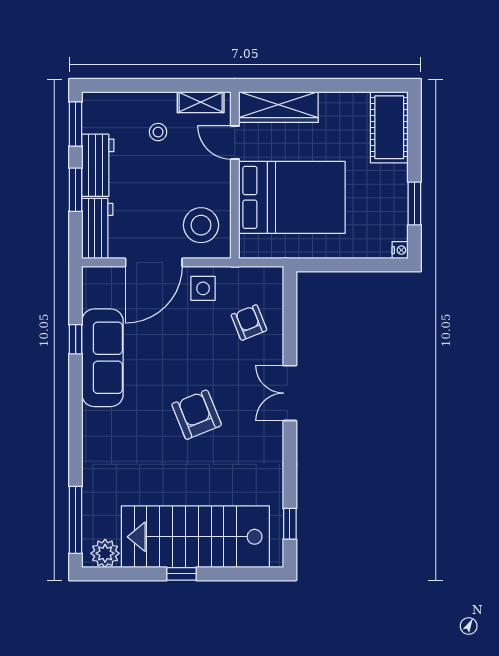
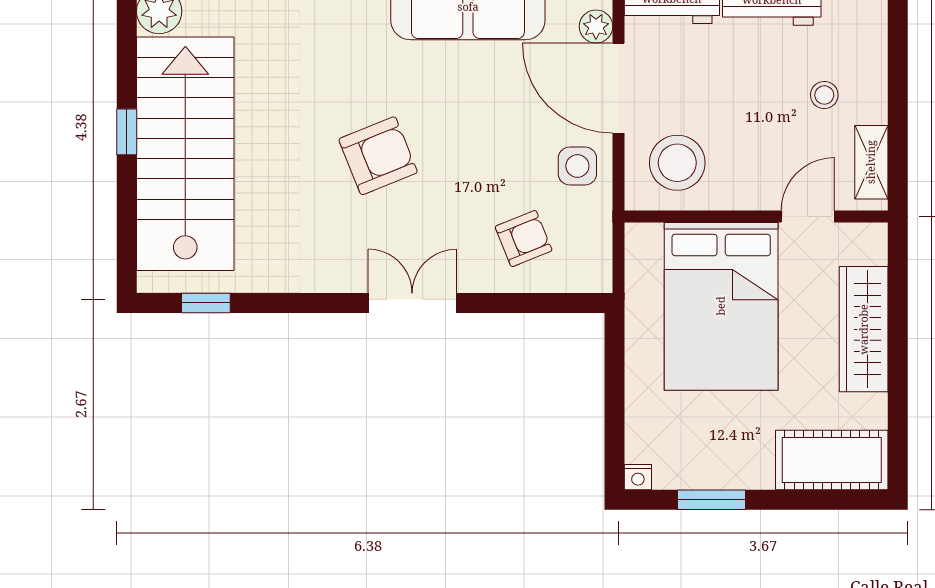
wardrobe: (278, 107) -> (864, 329), moved
plant: (115, 277) -> (596, 26), added

